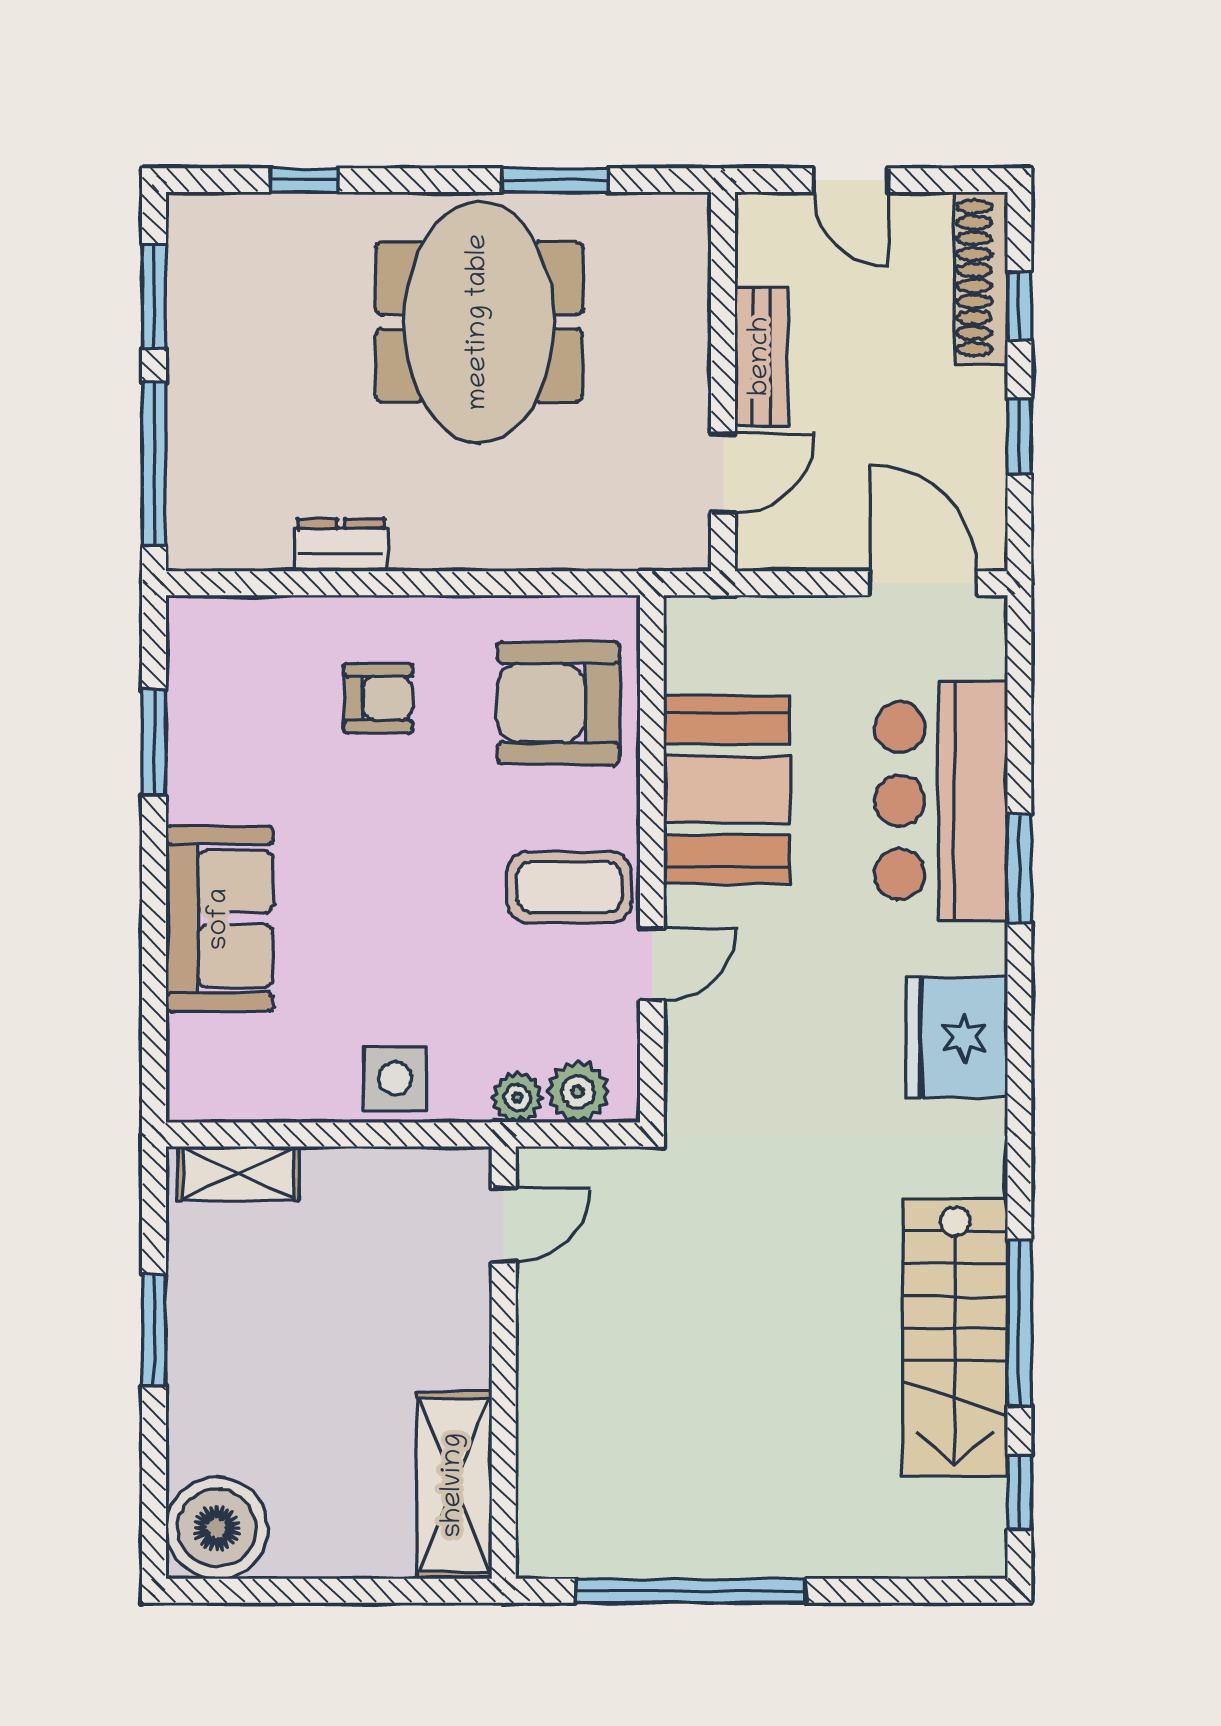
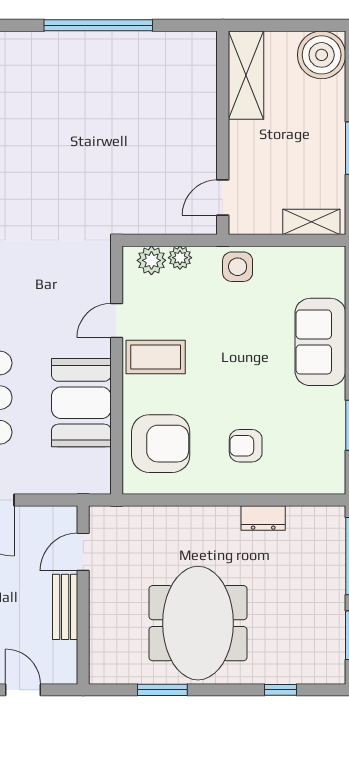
door: (504, 1225) -> (223, 198), moved
wall: (504, 1363) -> (223, 133), moved
shelving: (454, 1485) -> (246, 75), moved

